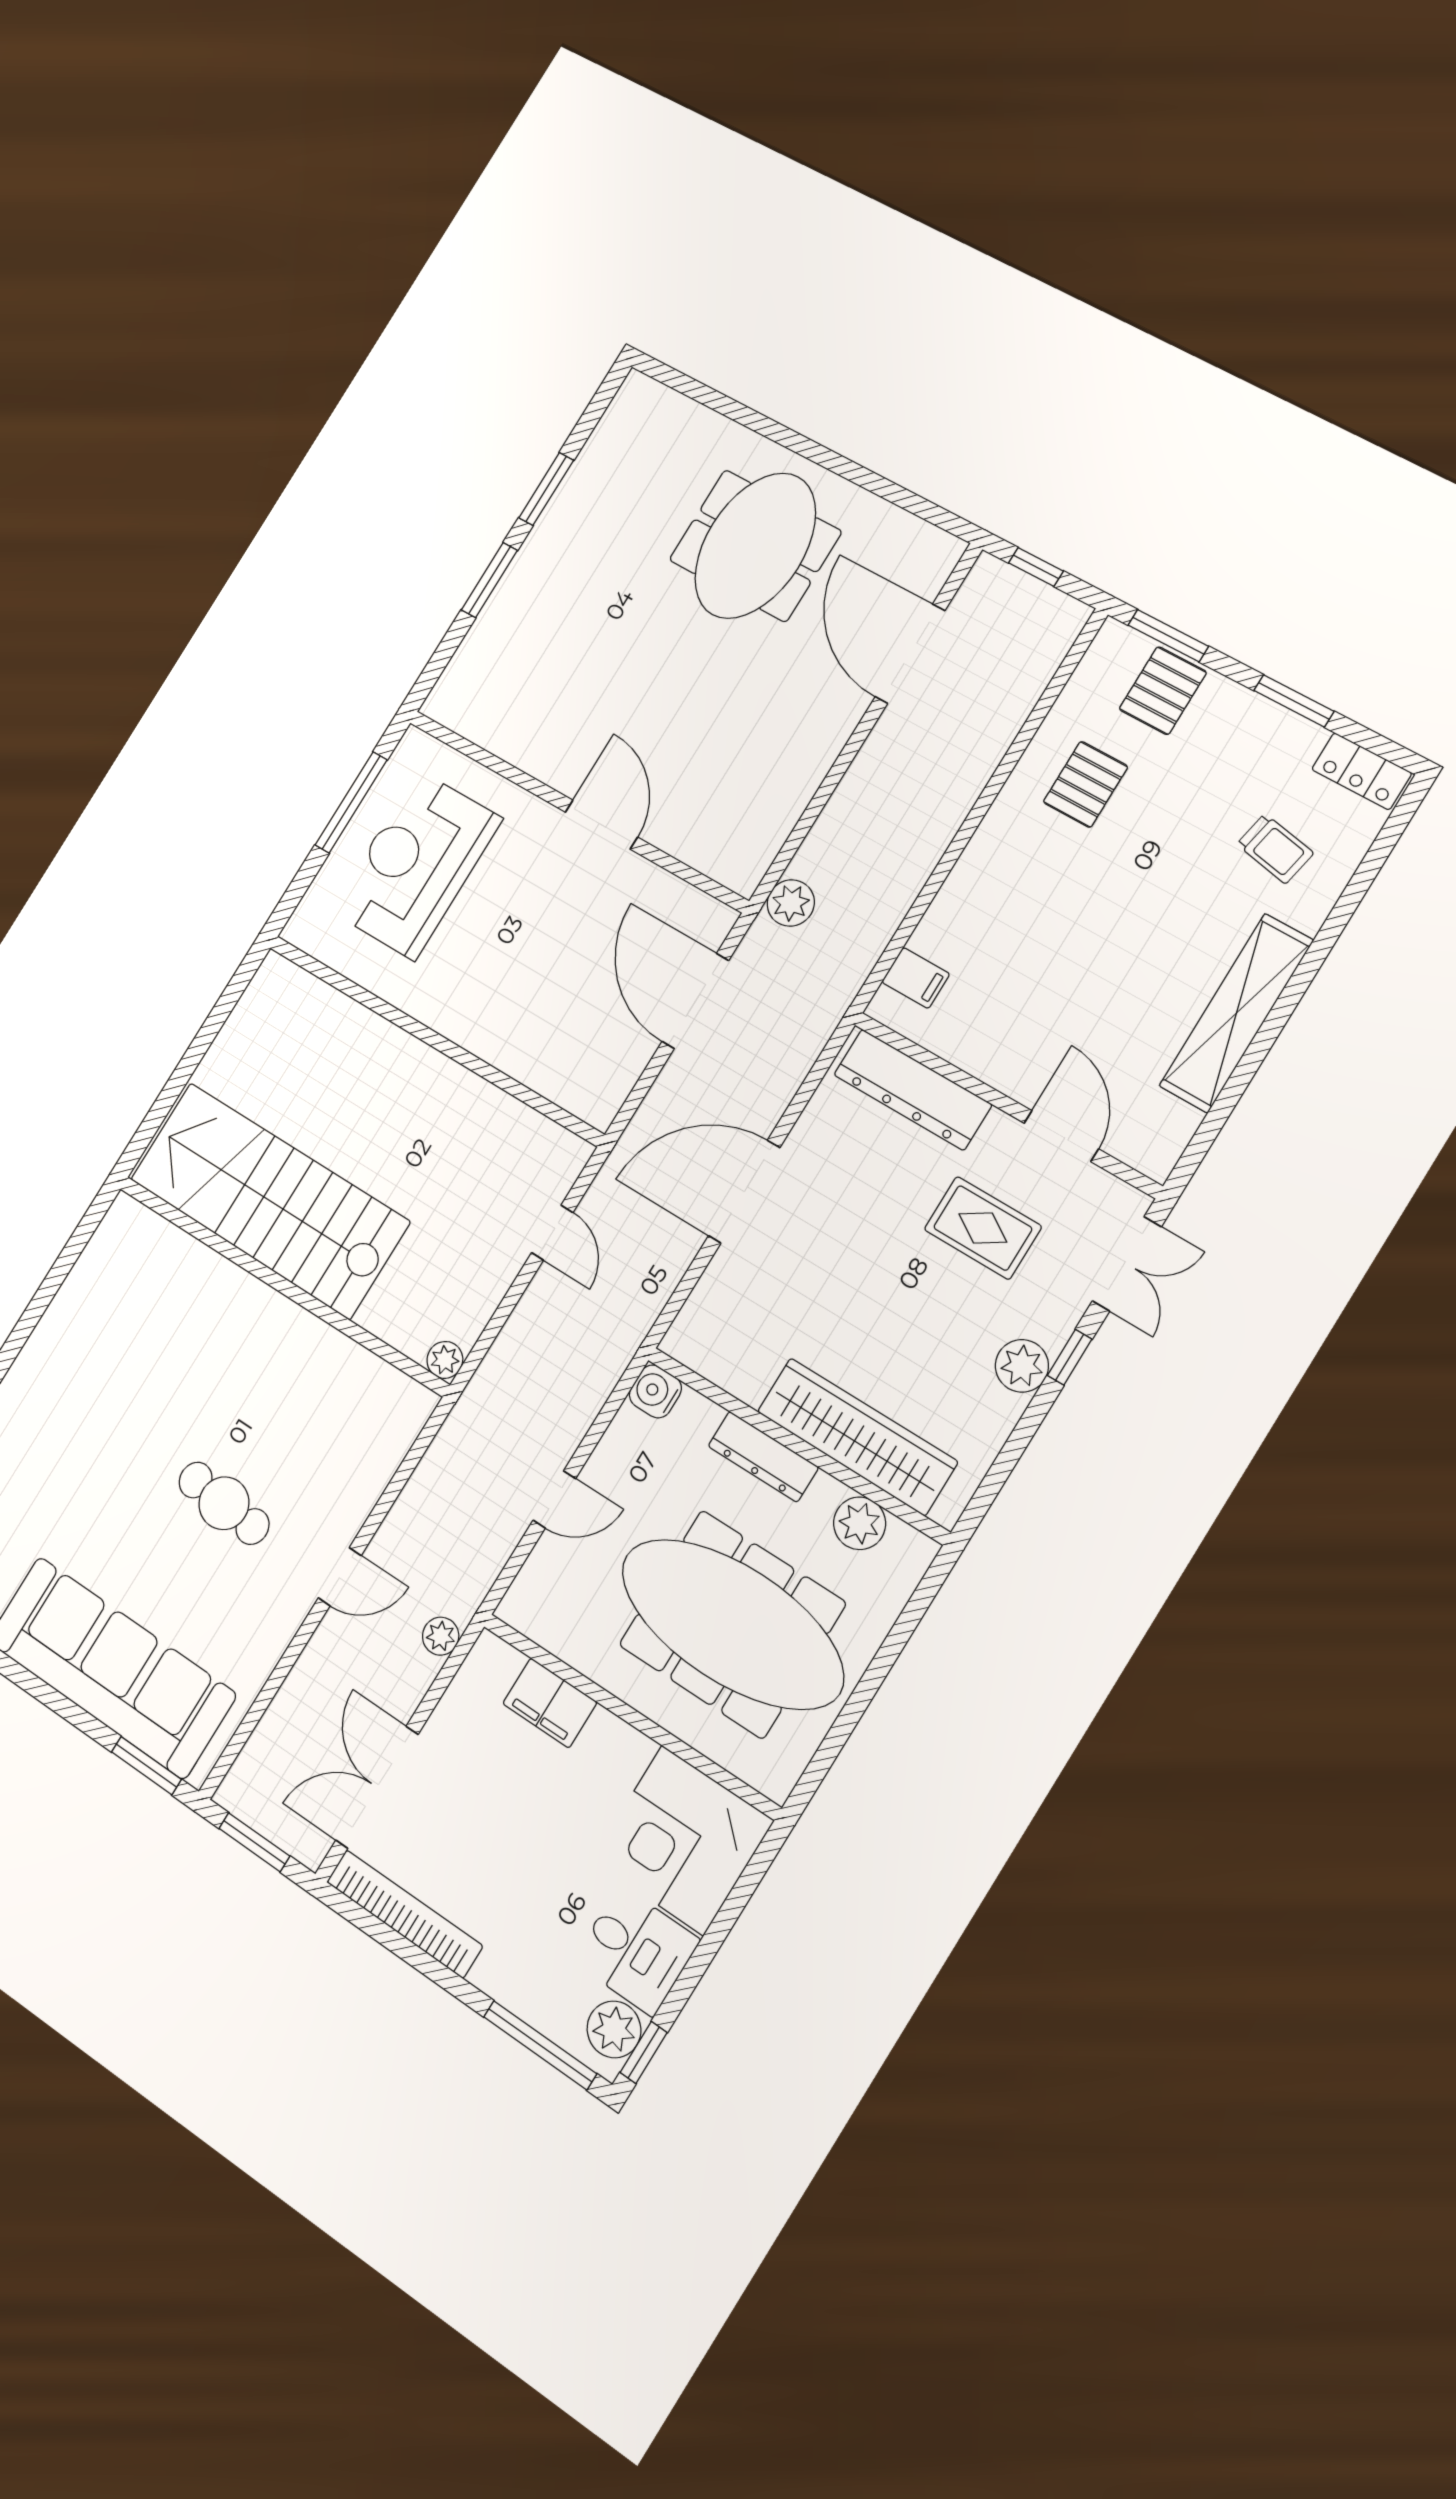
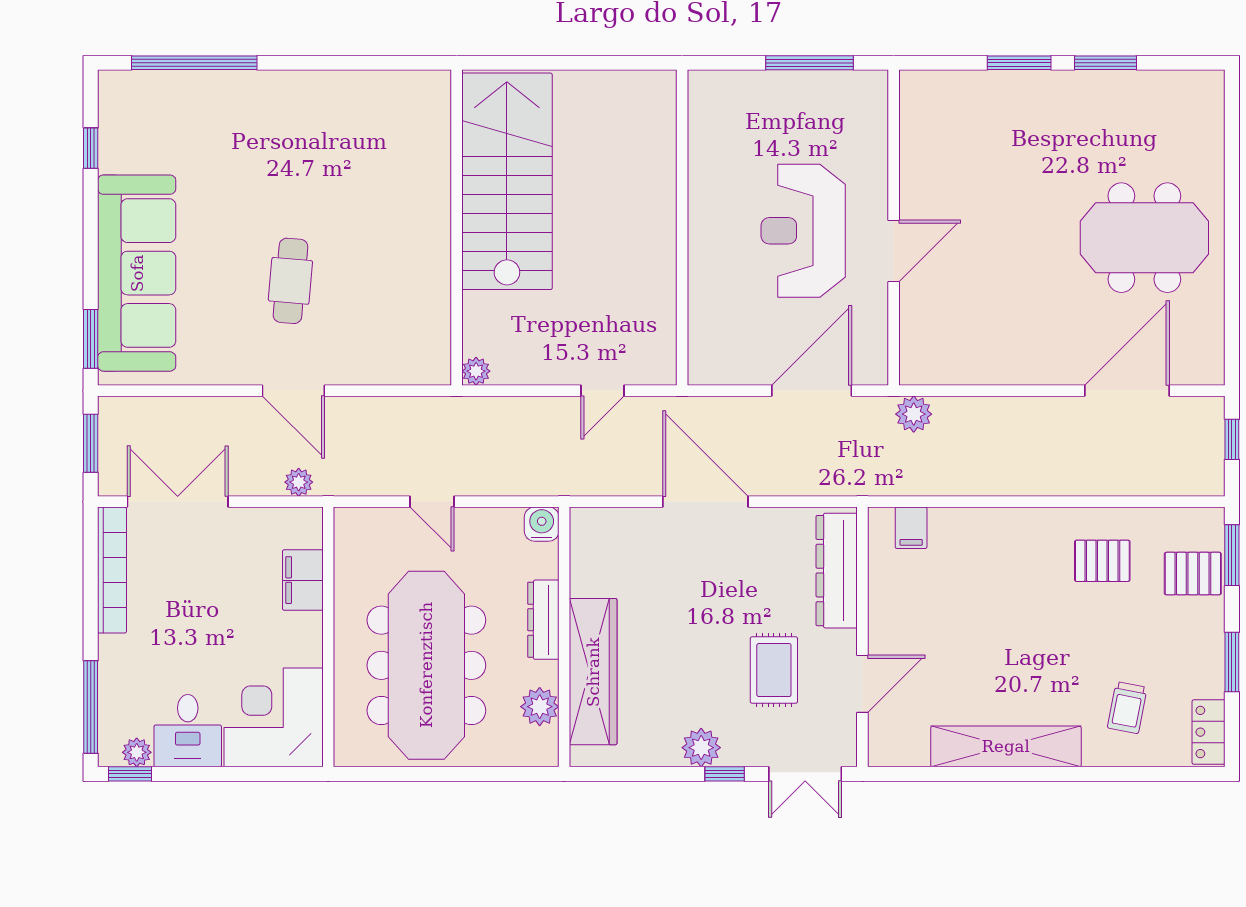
reception desk: (416, 865) -> (803, 231), moved, turned -90
door: (340, 1577) -> (293, 391), width x1.38
plant: (614, 2029) -> (137, 752), width x0.73, depth x0.73

